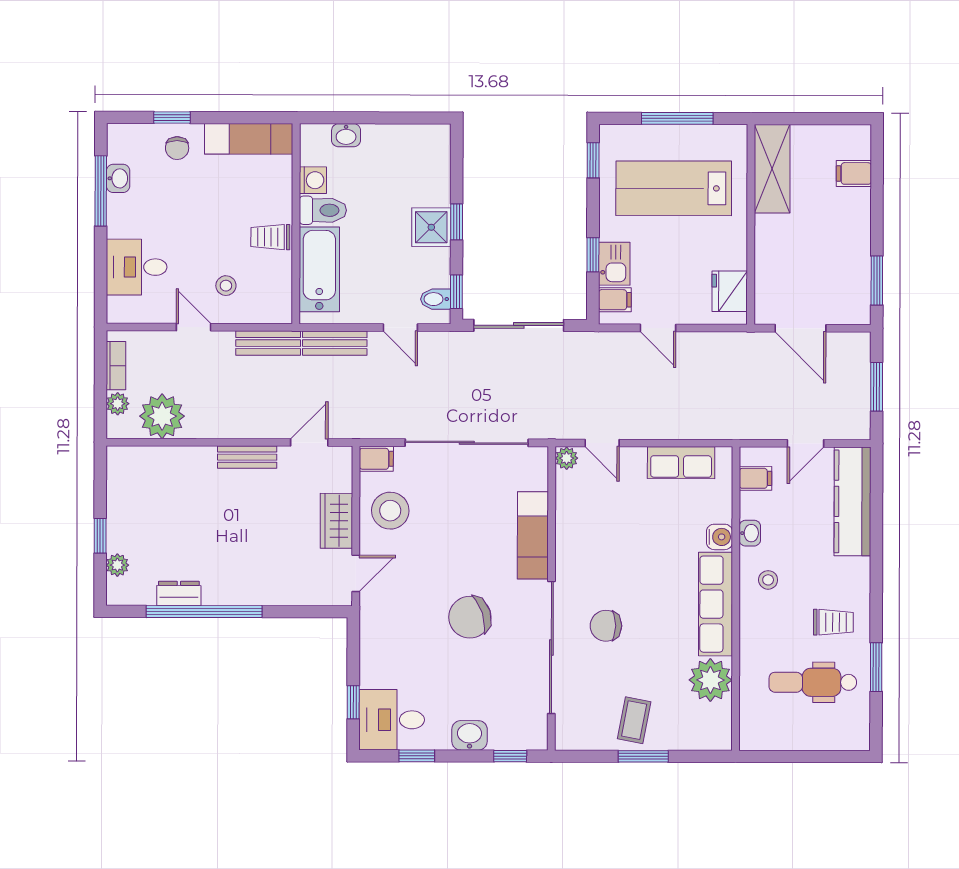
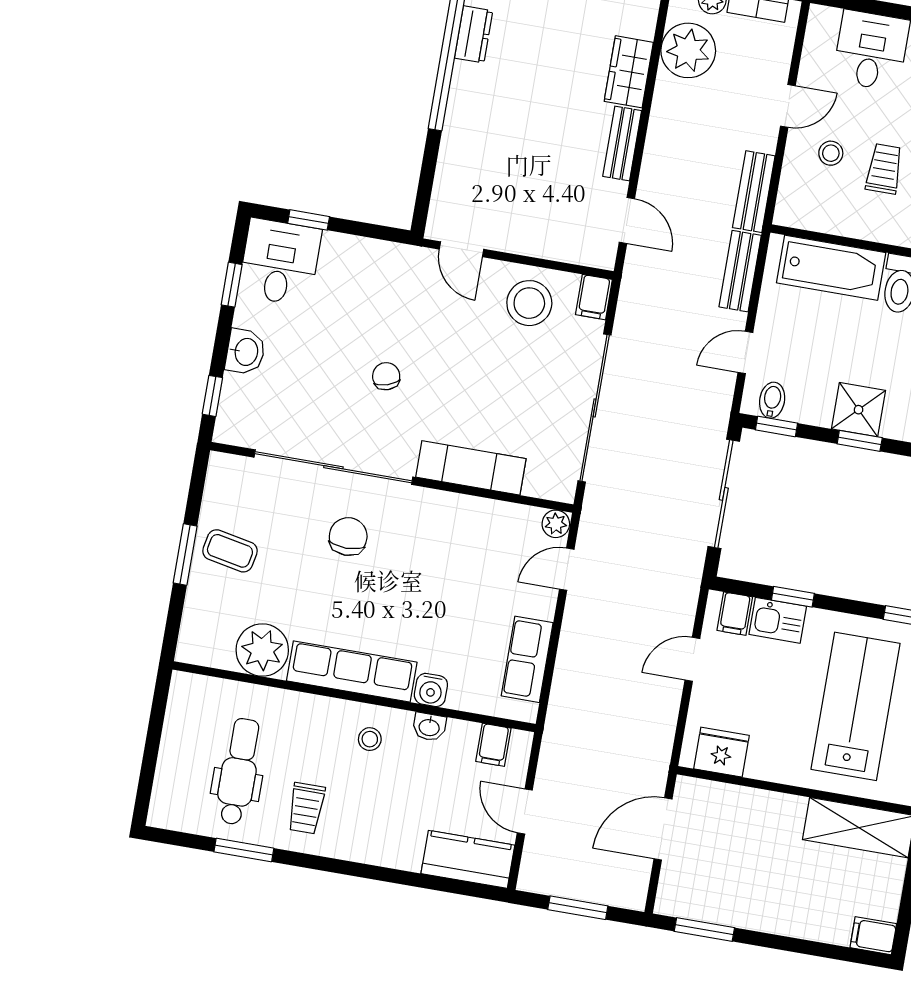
filing cabinet: (854, 173) -> (873, 936), moved, turned -90
trolley: (270, 237) -> (884, 169), moved
kitchen counter: (852, 501) -> (468, 859), width x0.67
wardrobe: (336, 521) -> (629, 72), moved, turned -90
chair: (470, 617) -> (386, 376), width x0.54, depth x0.54

